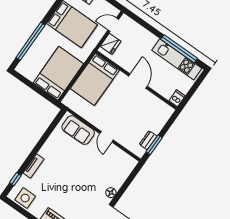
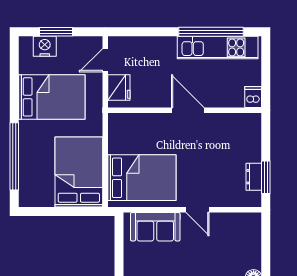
bed: (95, 79) -> (142, 178), moved, turned -90

